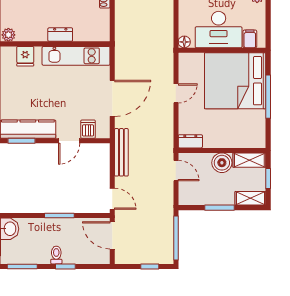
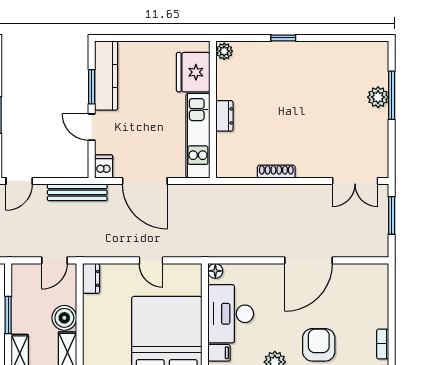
fridge: (25, 56) -> (193, 72), width x1.88, depth x1.34
dishwasher: (88, 129) -> (104, 166), moved, turned -90
window: (22, 141) -> (92, 87), moved

